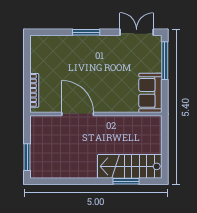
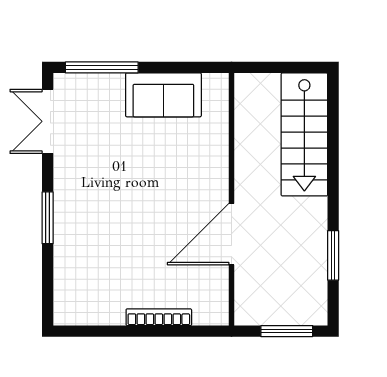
door: (78, 114) -> (231, 234), moved
wall: (96, 114) -> (231, 199), moved
window: (126, 181) -> (333, 255), moved

